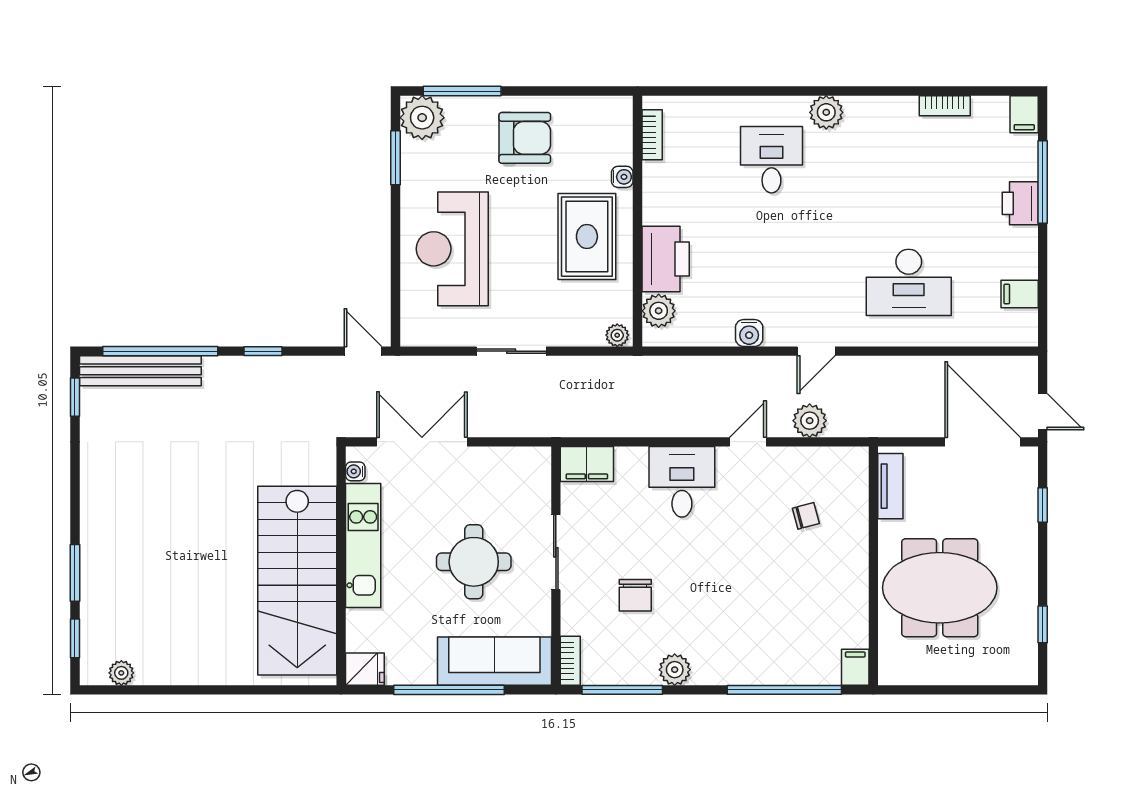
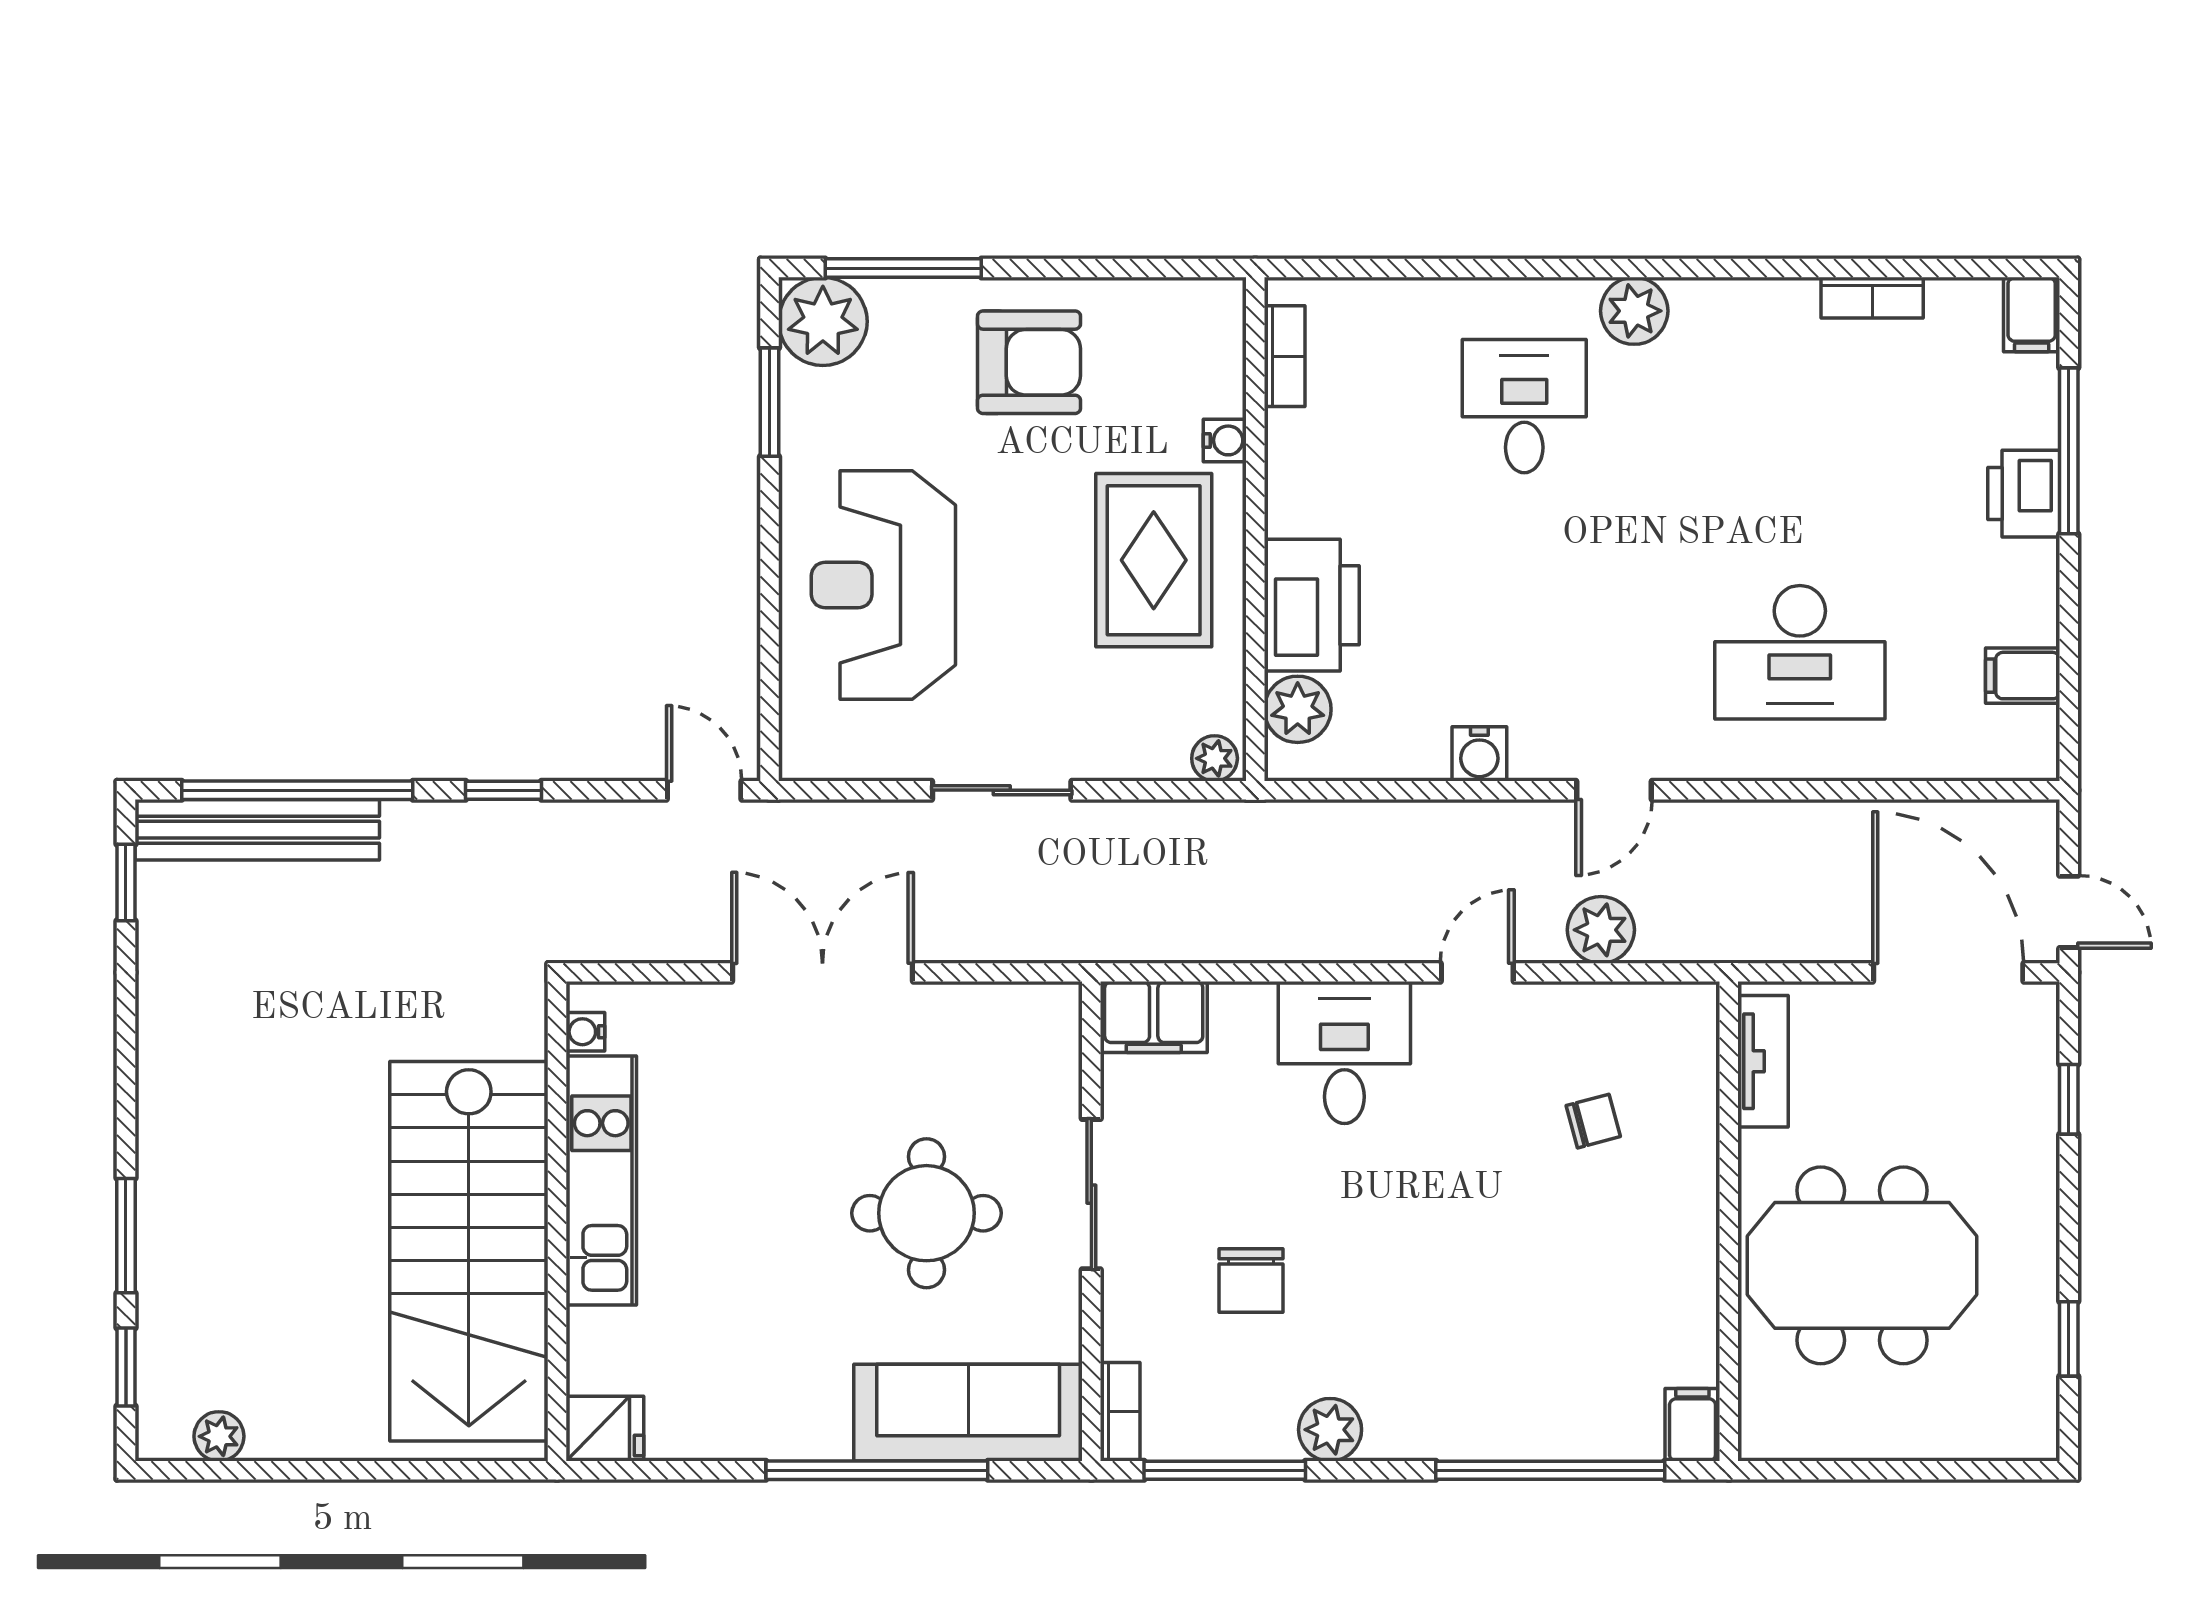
water cooler: (355, 471) -> (585, 1032), moved
kitchen unit: (363, 546) -> (601, 1181), moved
wall: (341, 566) -> (557, 1221), moved
stairs: (297, 581) -> (469, 1251), moved
fridge: (365, 669) -> (605, 1429), moved

